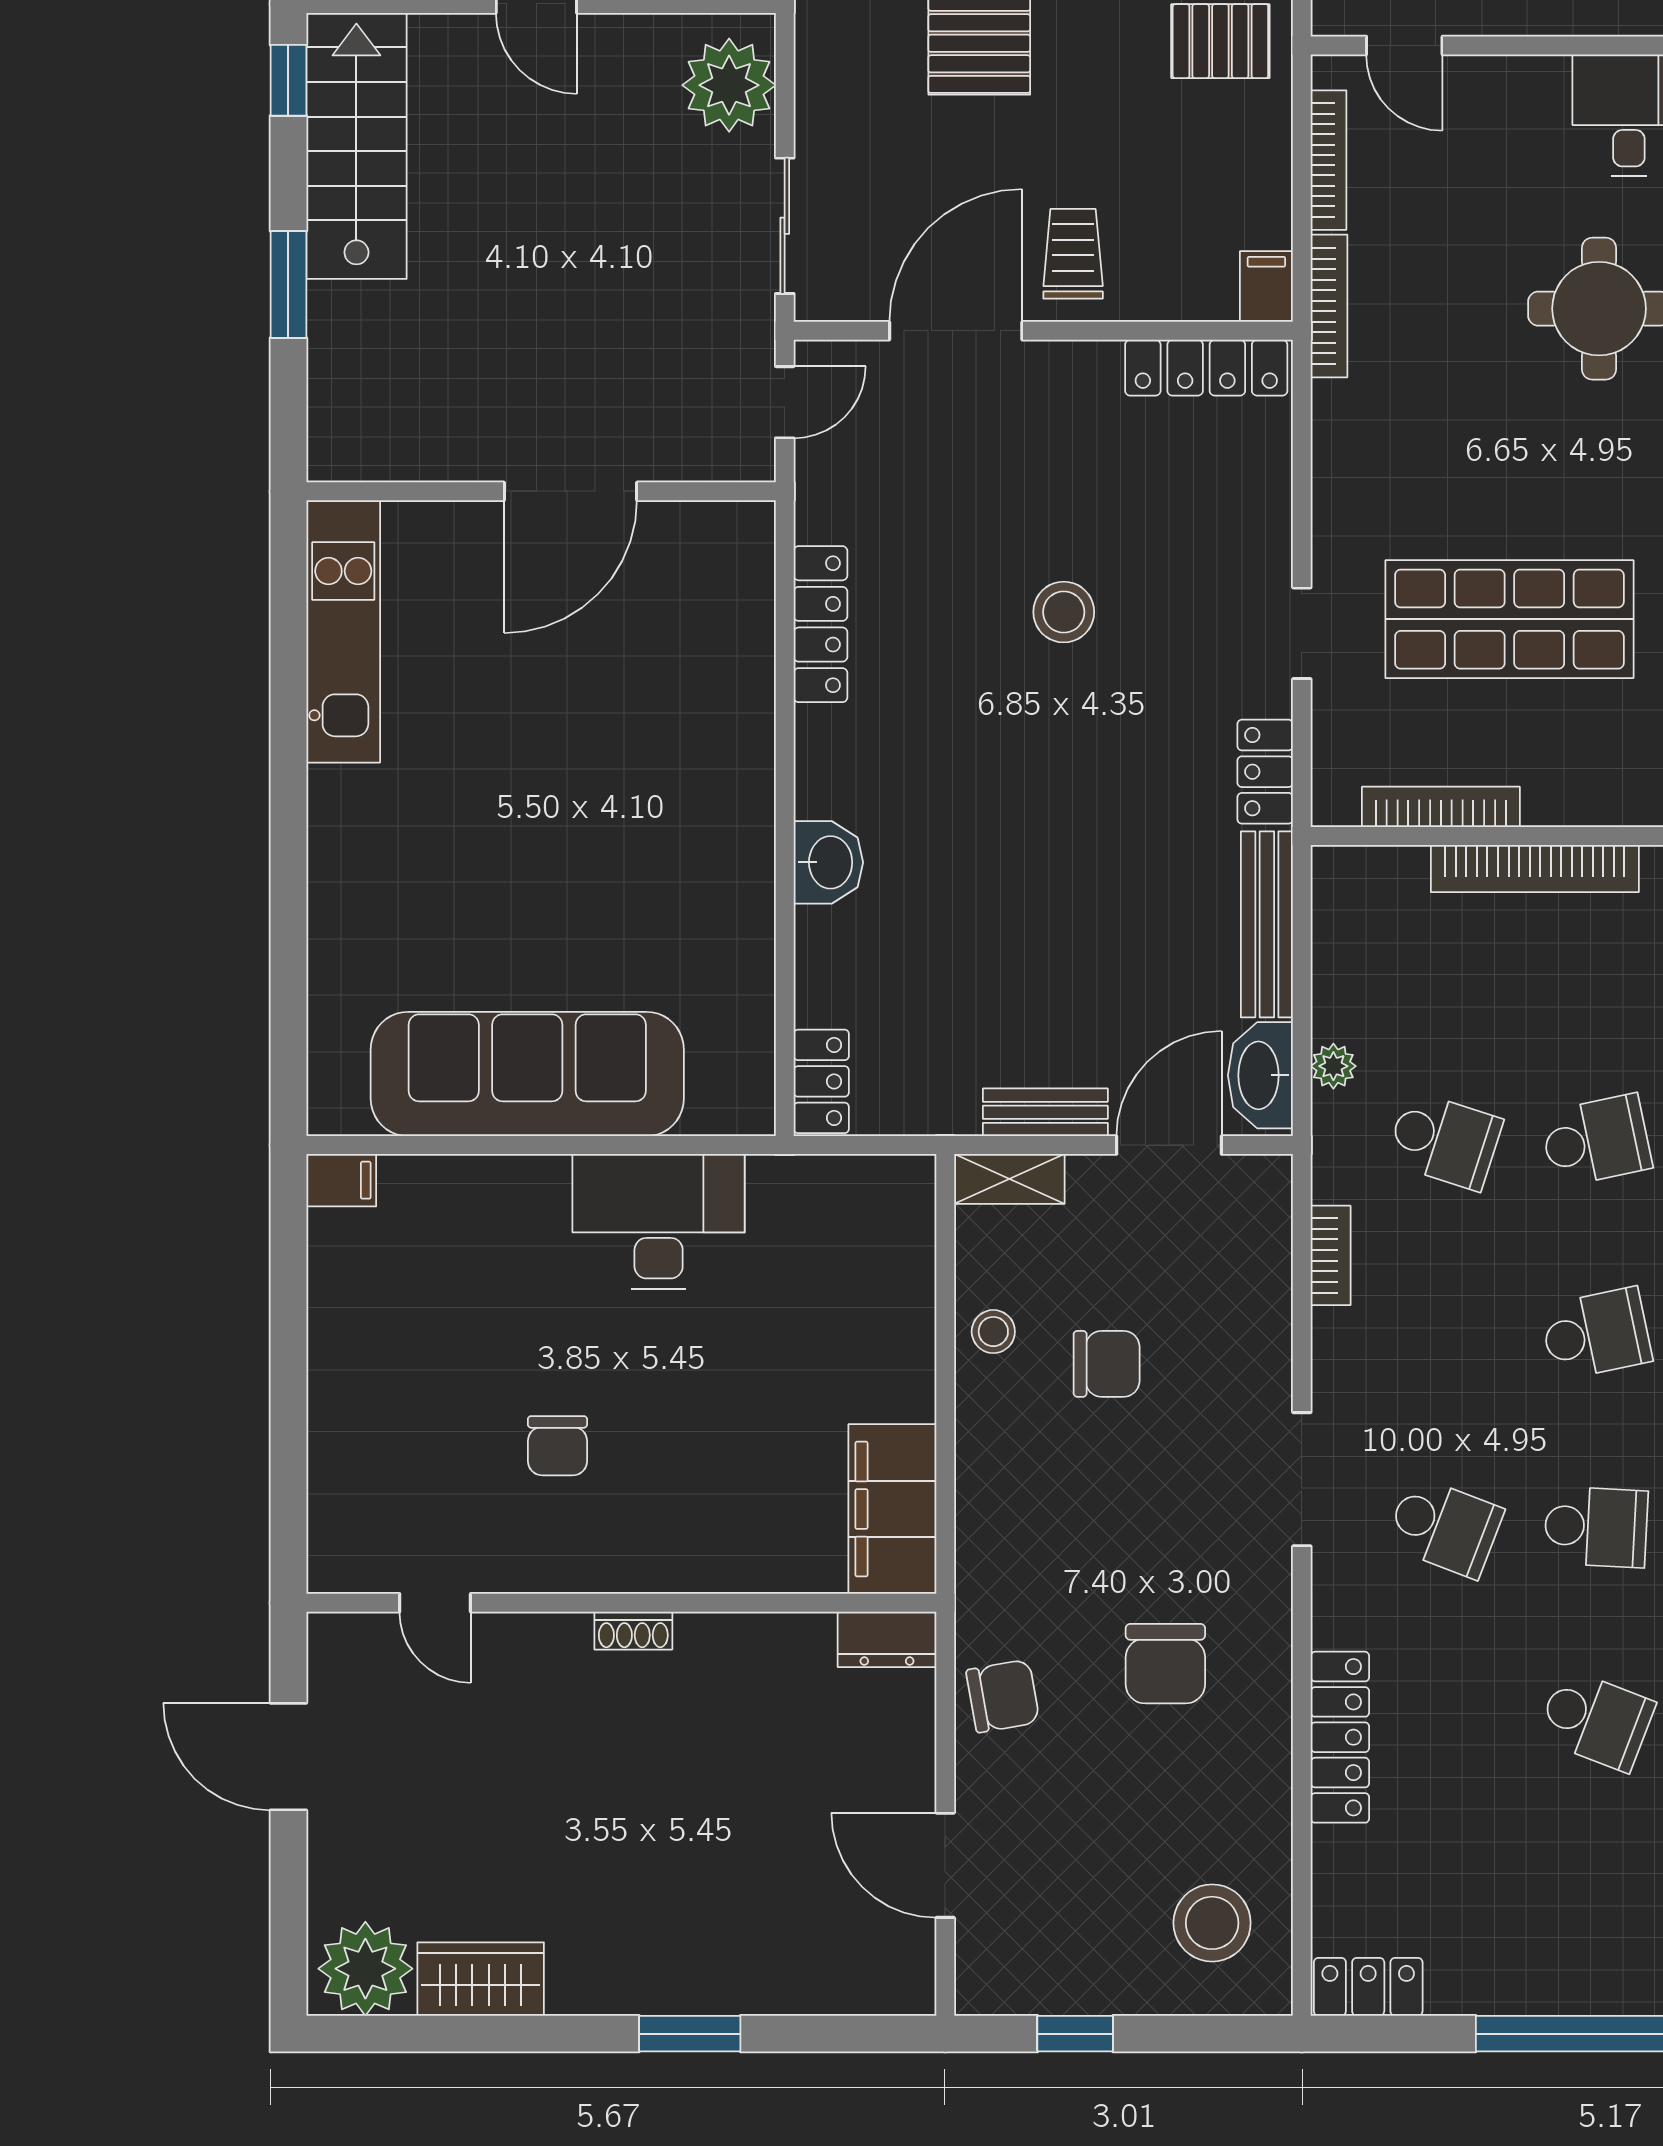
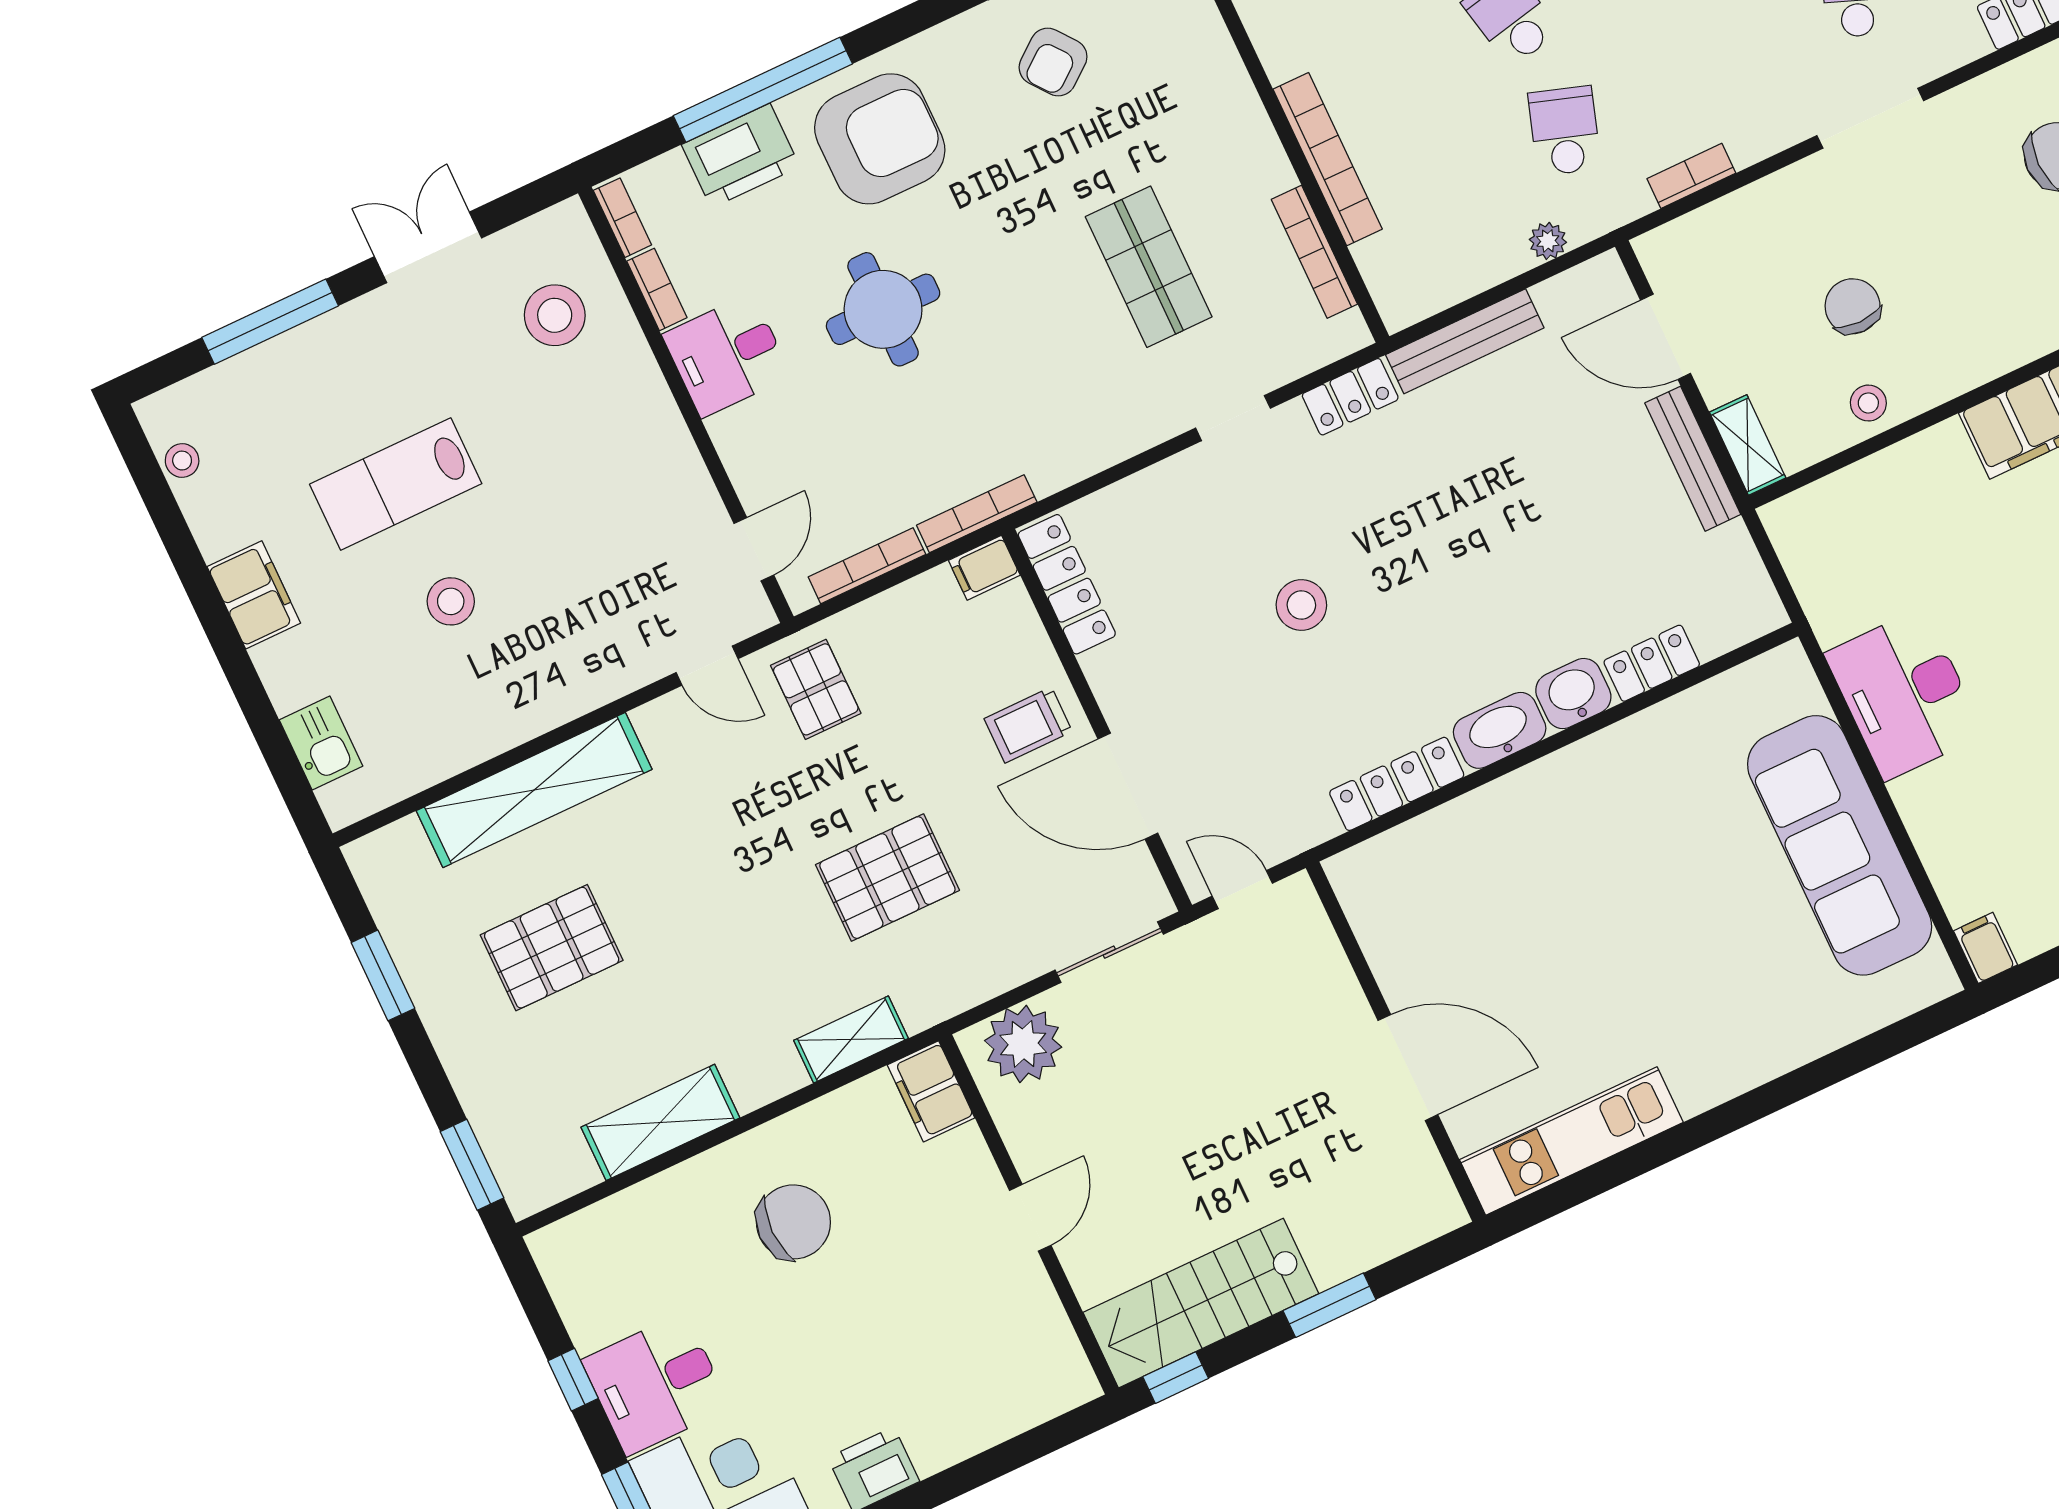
door: (570, 491) -> (1408, 1068), moved
shop shelf: (1509, 619) -> (1149, 267), width x0.70, depth x0.74
washbasin: (1260, 1075) -> (1500, 730), moved, turned 180
locker: (821, 1081) -> (1652, 663), moved
bench: (1045, 1112) -> (1693, 459), width x1.36

